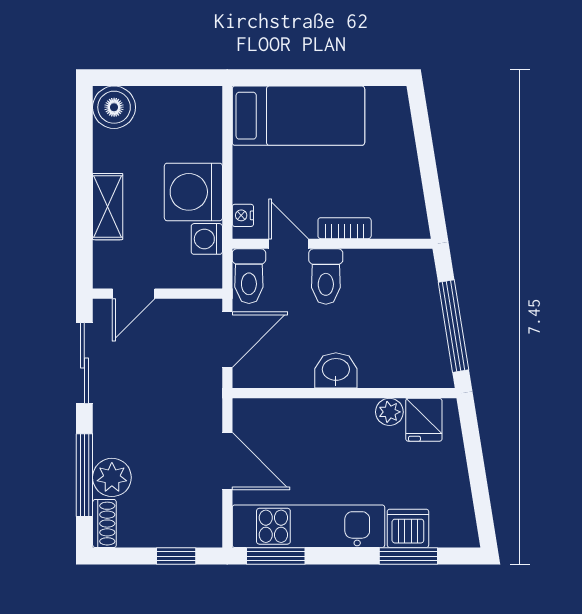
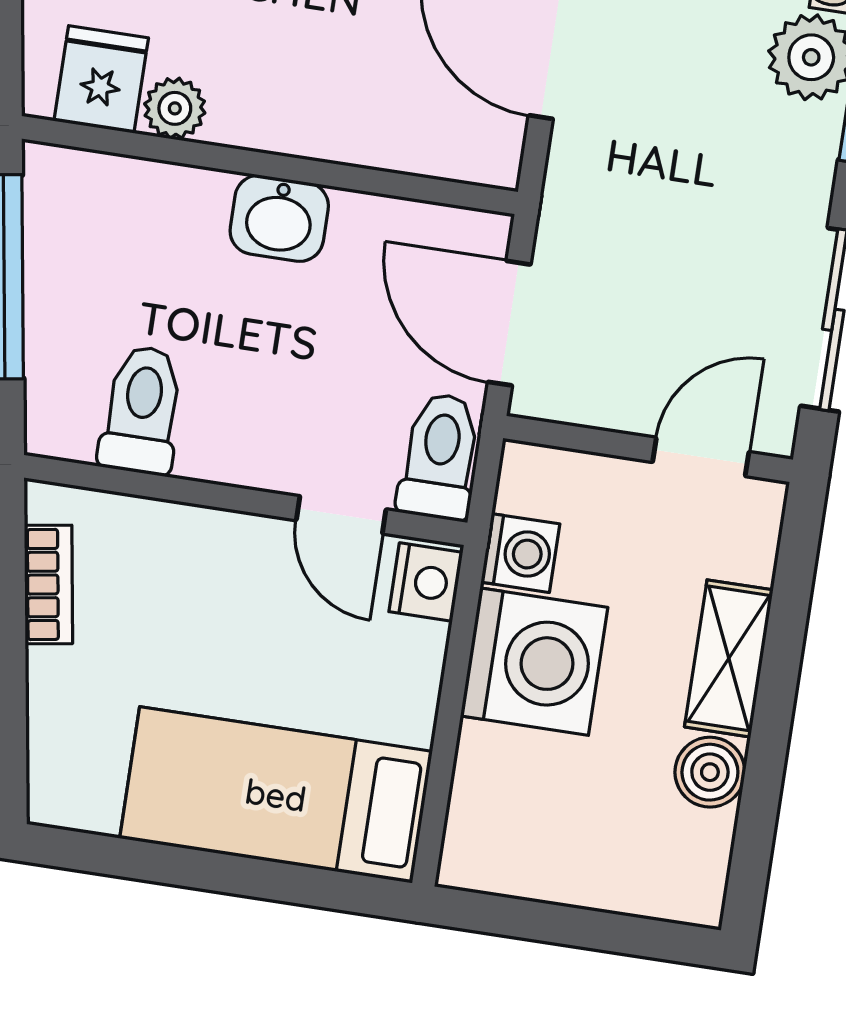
boiler: (114, 107) -> (710, 772), moved, width x0.73, depth x0.73
nightstand: (243, 215) -> (426, 582), width x1.39, depth x1.35
bookcase: (345, 228) -> (48, 584), moved, turned -99
toilet: (326, 277) -> (142, 410), moved
door: (227, 340) -> (509, 323), hinge flipped

